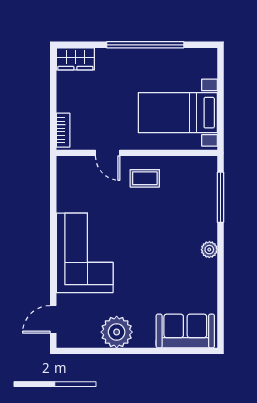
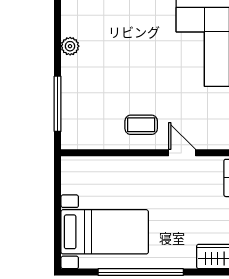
bed with nightstands: (178, 113) -> (105, 232), moved

